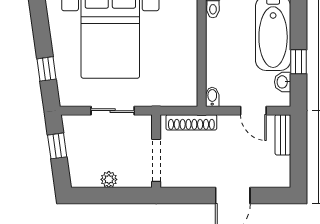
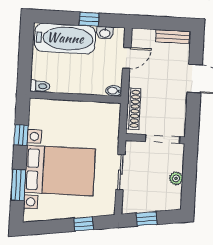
bench: (283, 135) -> (172, 37), moved

